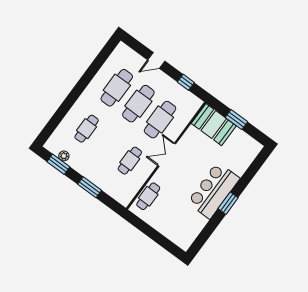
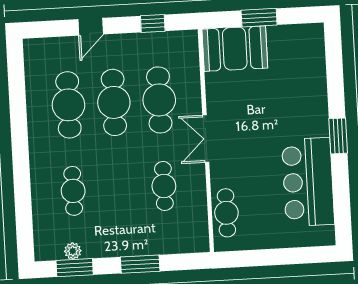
bar counter: (214, 191) -> (308, 182), moved

